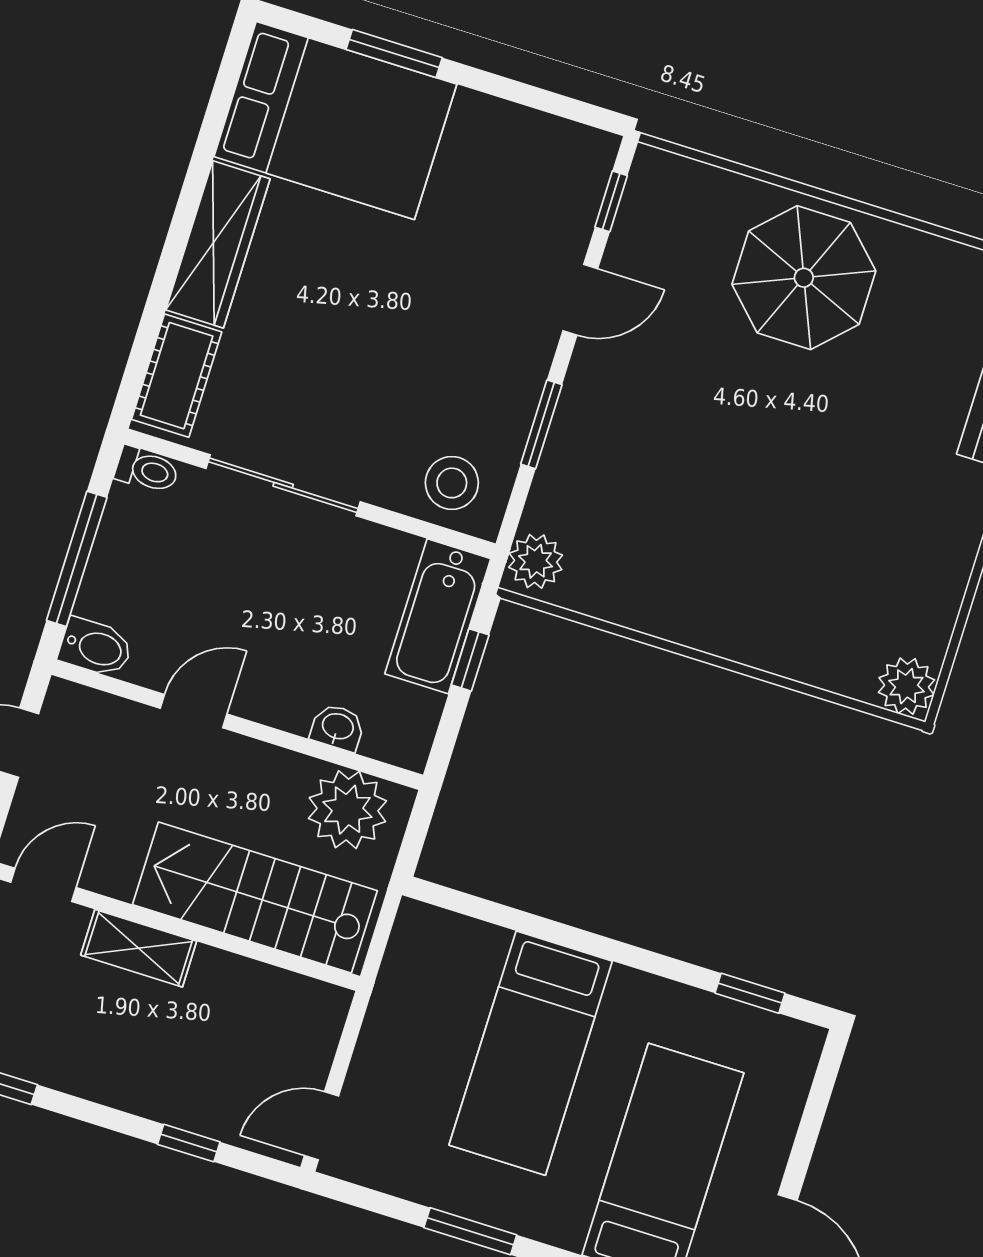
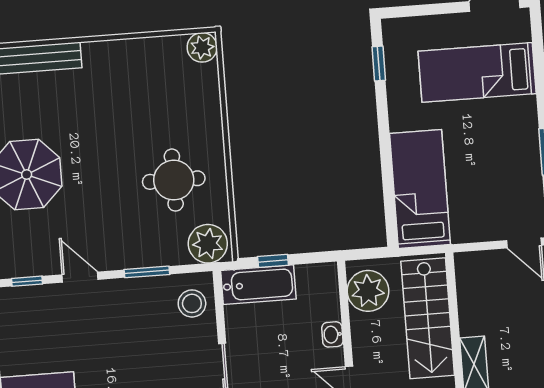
round table: (688, 539) -> (174, 180), added
plant: (536, 561) -> (208, 244), width x1.36, depth x1.36
washbasin: (338, 727) -> (332, 334), moved
bed: (531, 1053) -> (420, 189), moved, turned -90

